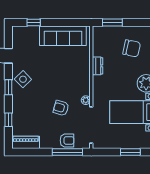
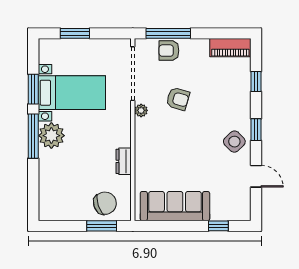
chair: (132, 48) -> (105, 203), moved, turned 149

